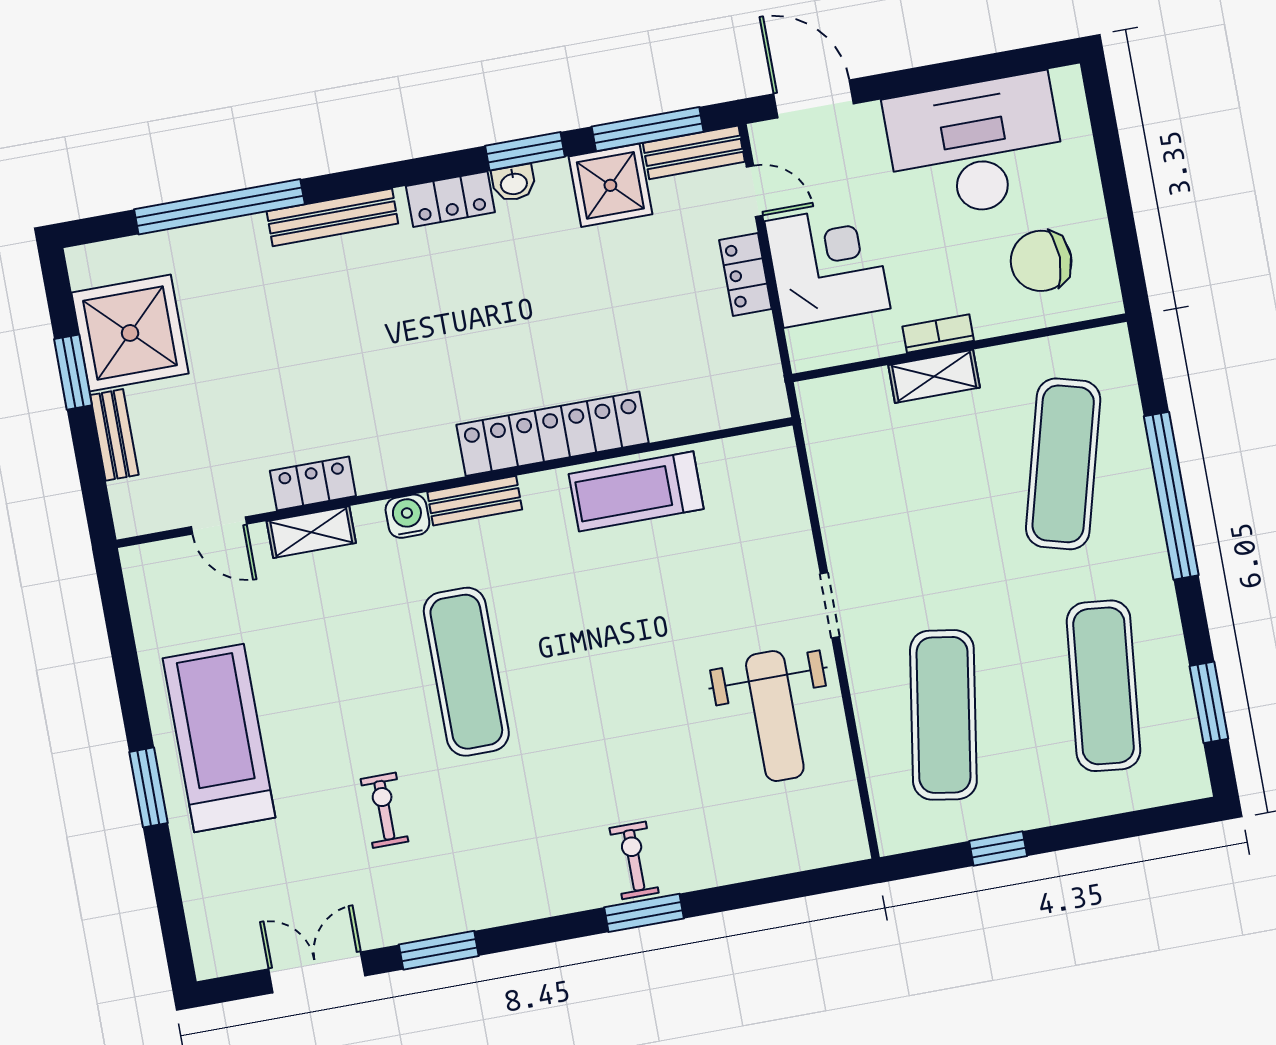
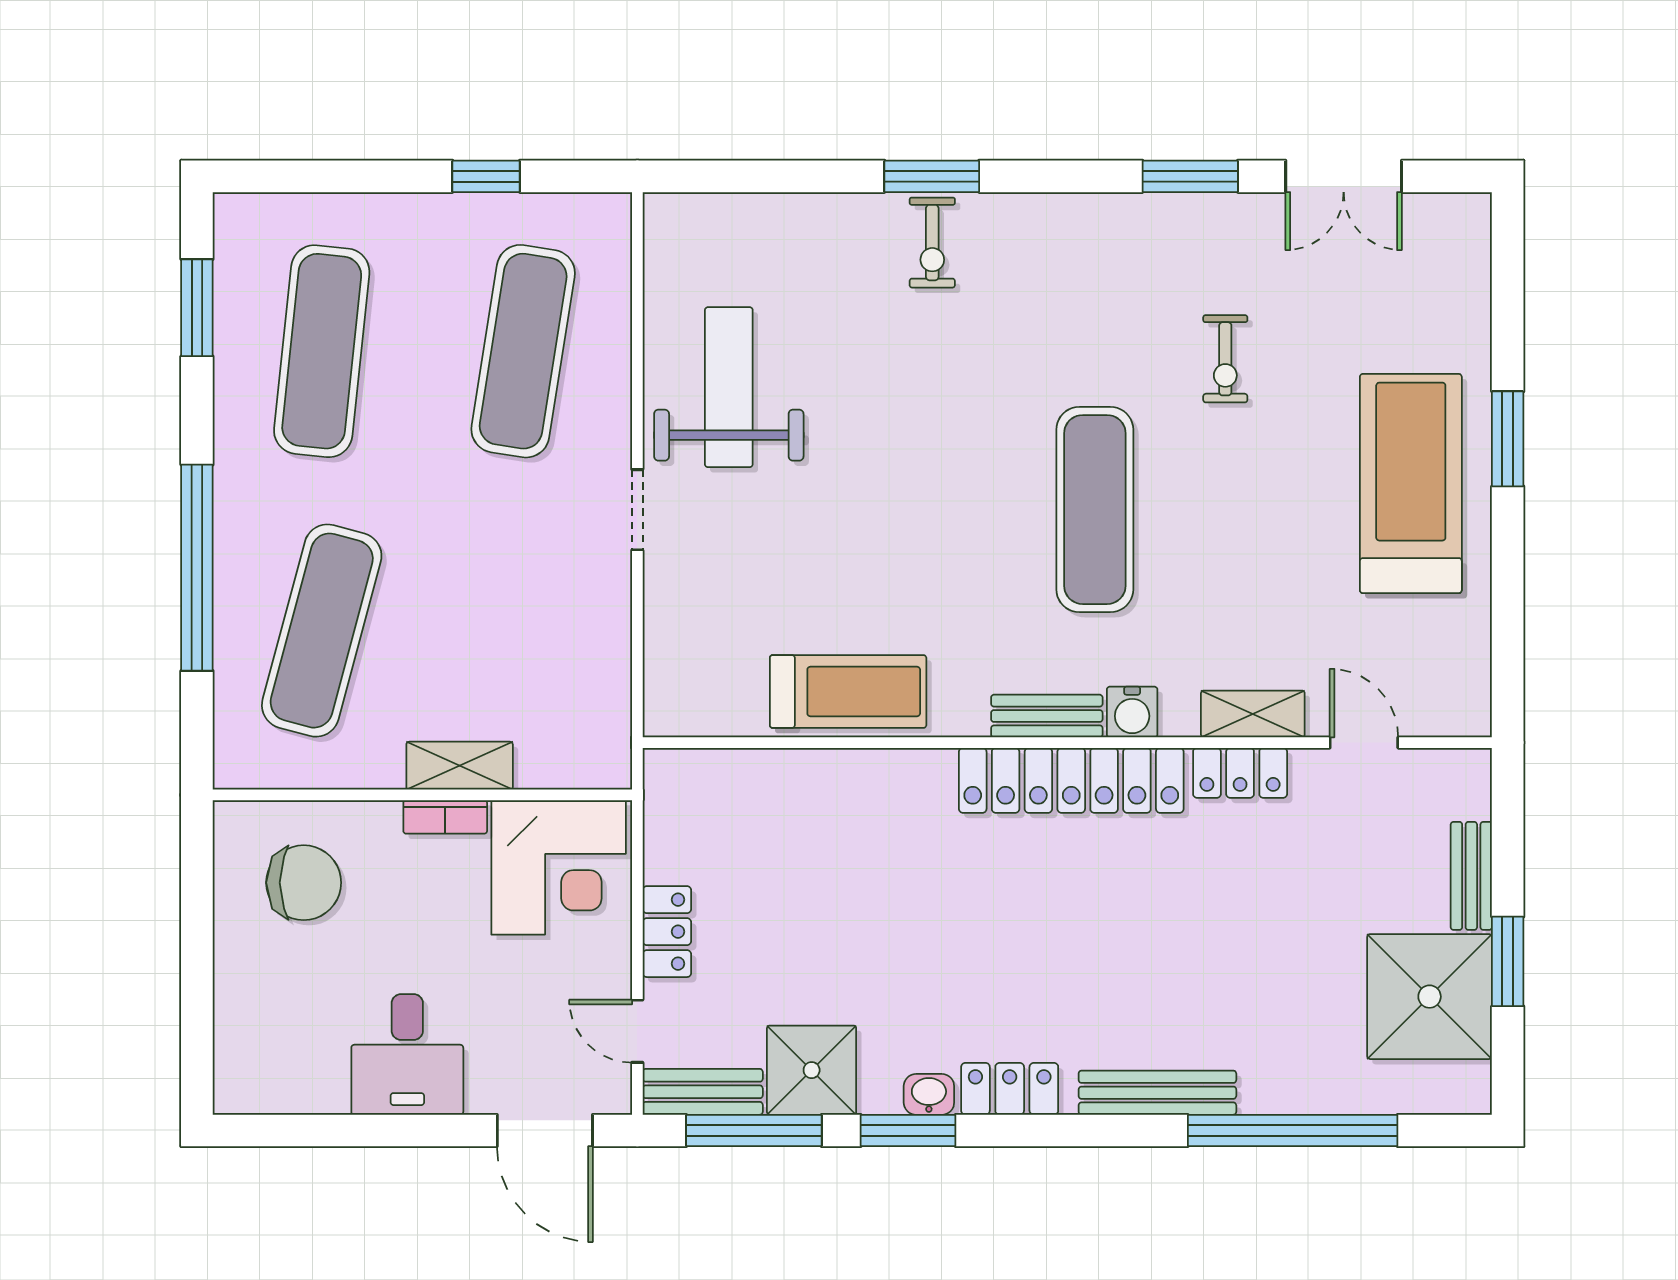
desk: (975, 147) -> (407, 1054), width x0.53, depth x0.77
corner desk: (827, 265) -> (559, 867), moved, turned -90
locker: (552, 434) -> (1071, 780), moved
treadmill: (219, 738) -> (1411, 484), turned 180

